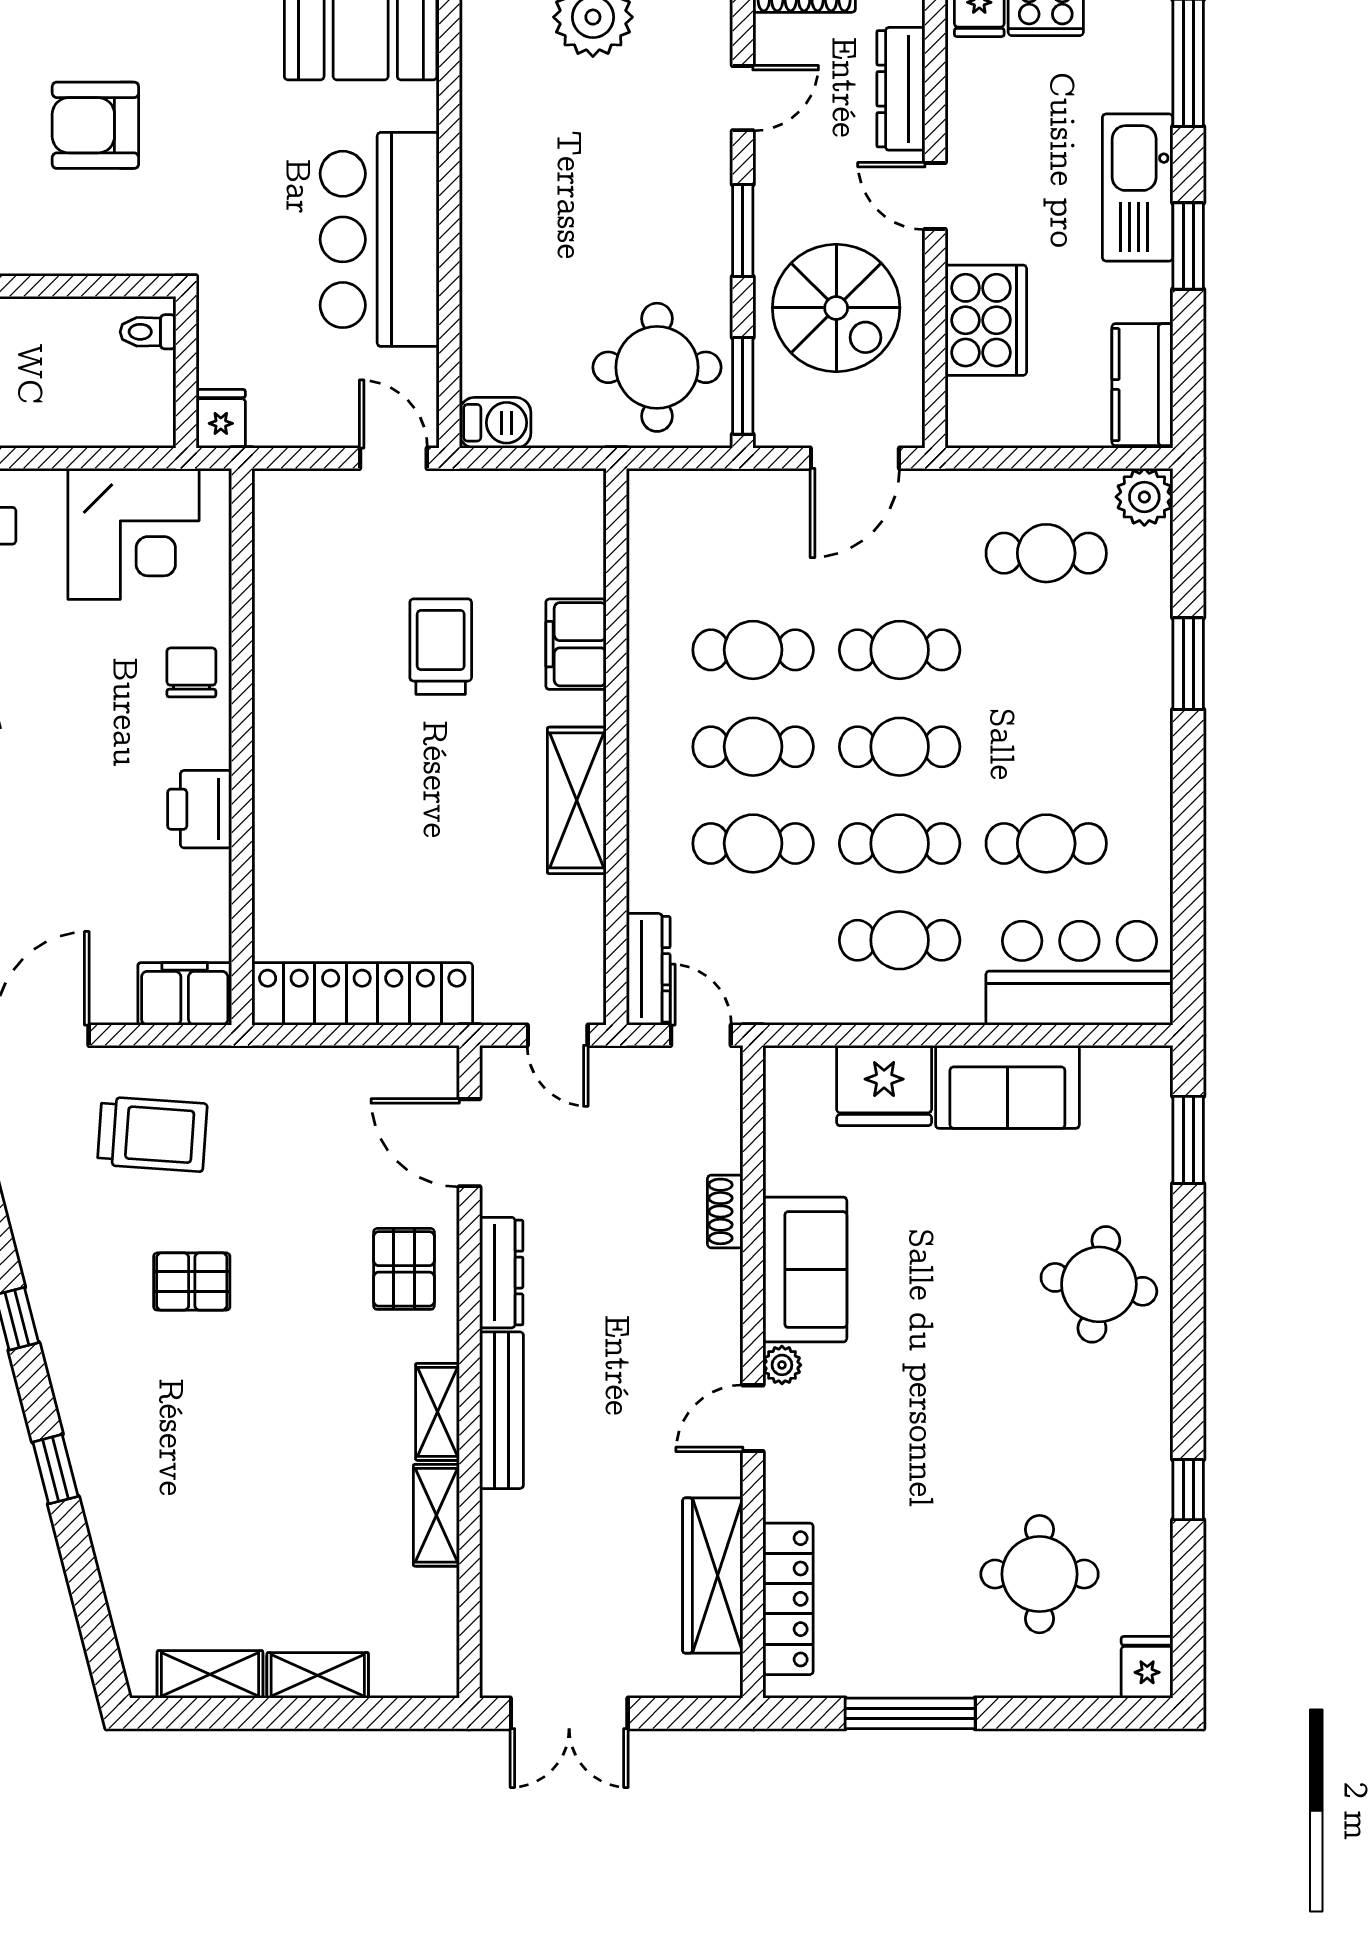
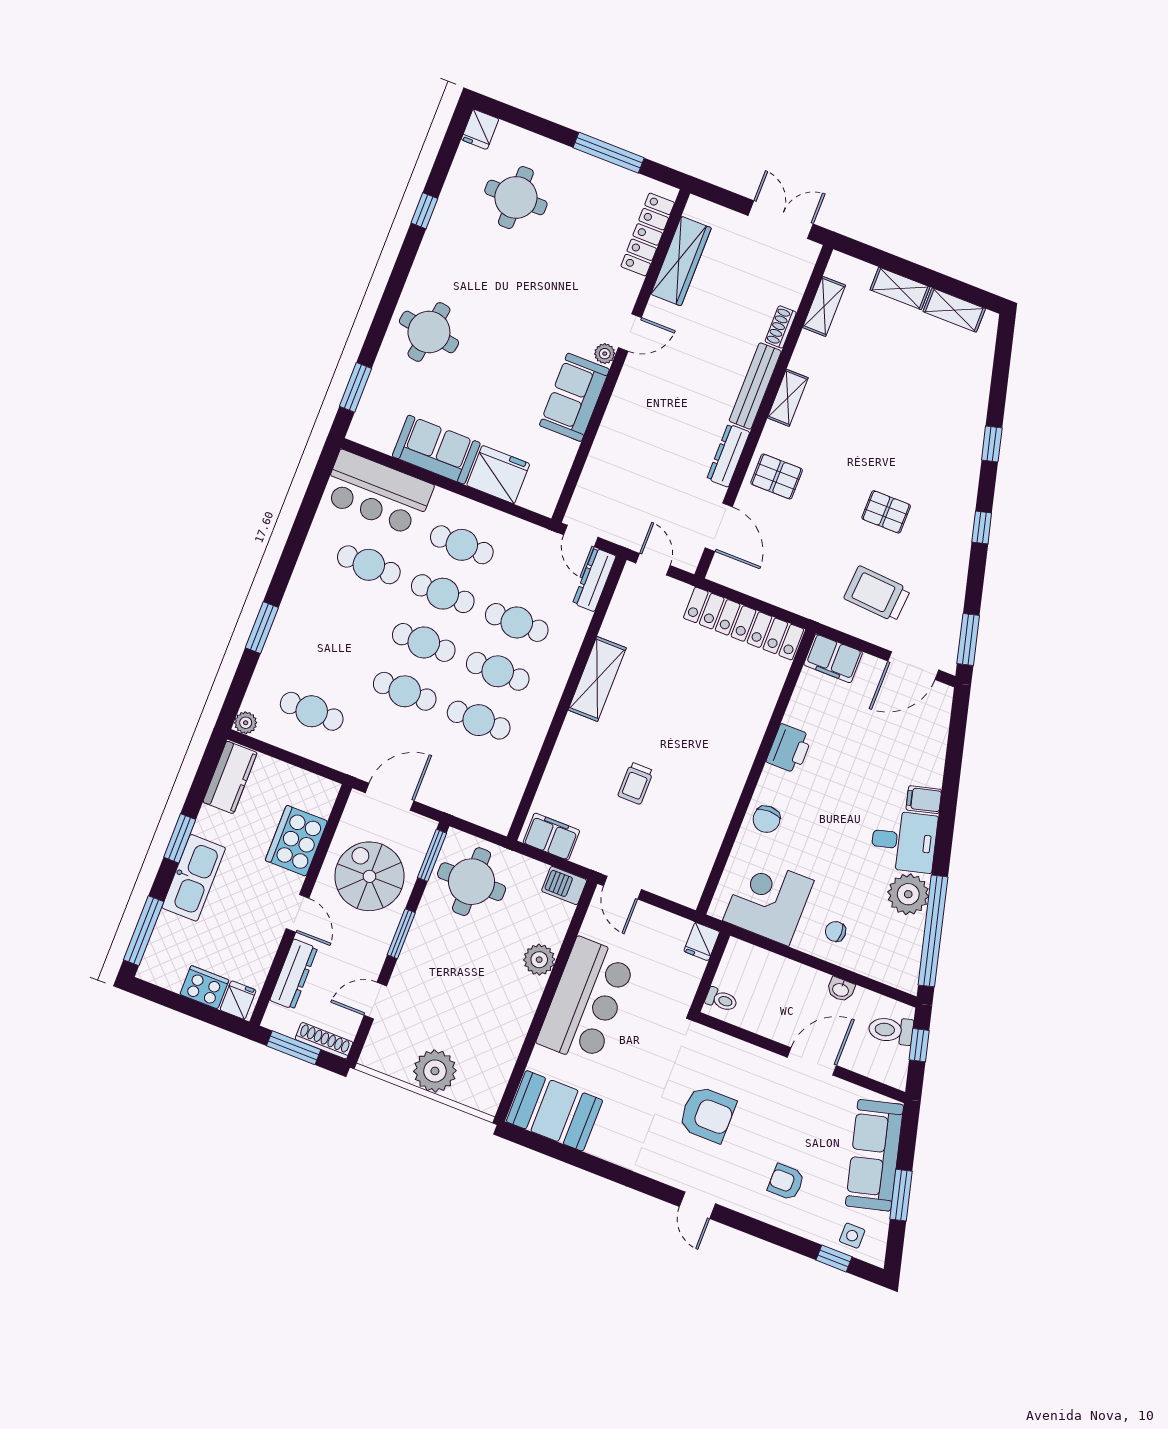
plant: (488, 278) -> (539, 960), added
plant: (1144, 497) -> (246, 723), width x0.73, depth x0.73
filing cabinet: (576, 644) -> (551, 837), moved, turned -90
trolley: (441, 647) -> (636, 783), width x0.73, depth x0.72
shoe rack: (725, 1211) -> (781, 327), moved, turned 180
pallet: (404, 1269) -> (777, 476), turned 90
shelving: (436, 1515) -> (824, 306), moved

